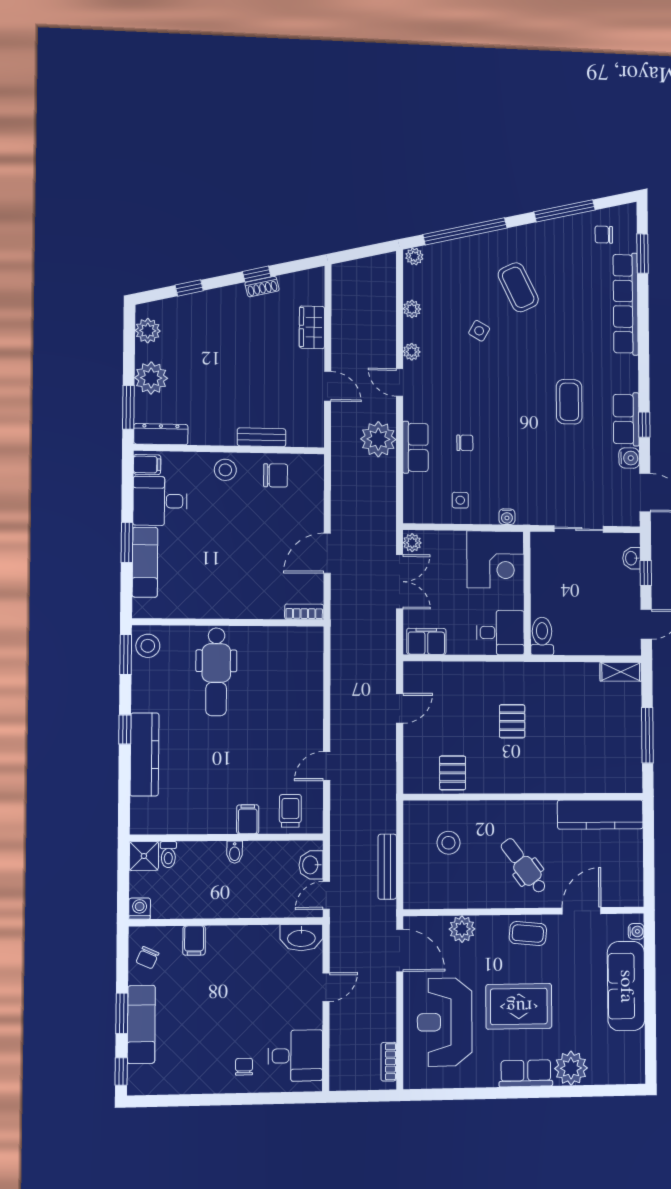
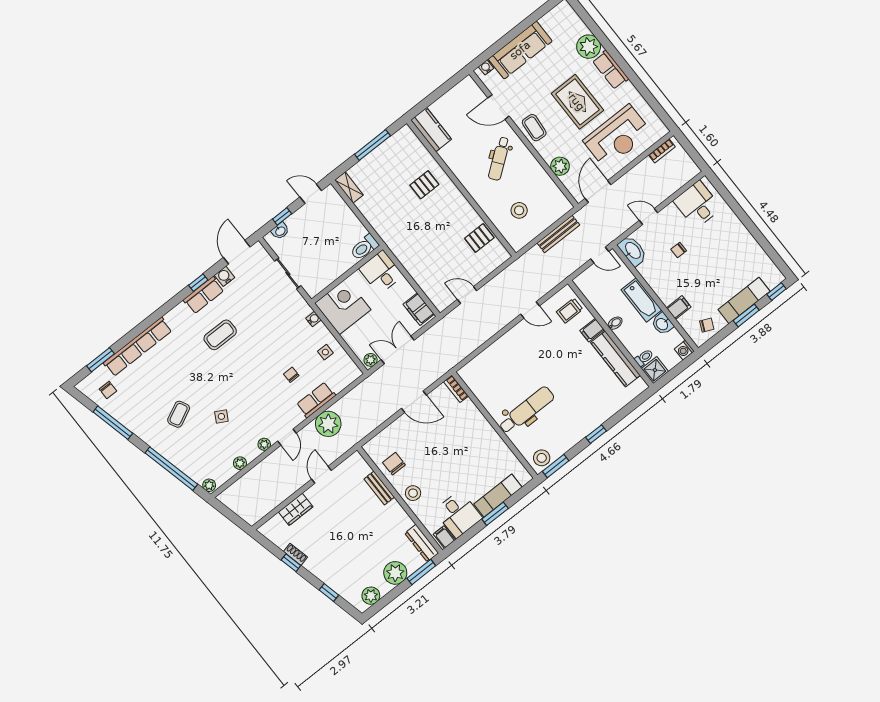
coffee table: (518, 287) -> (179, 414), width x0.73, depth x0.77
pallet: (512, 721) -> (424, 185), moved
kitchen counter: (144, 754) -> (615, 359), moved, turned -90
kitchen counter: (600, 814) -> (431, 130), width x0.67
washbasin: (311, 865) -> (662, 324), moved, turned 90
bathtub: (237, 904) -> (641, 300), added
chair: (244, 1067) -> (679, 250), moved

